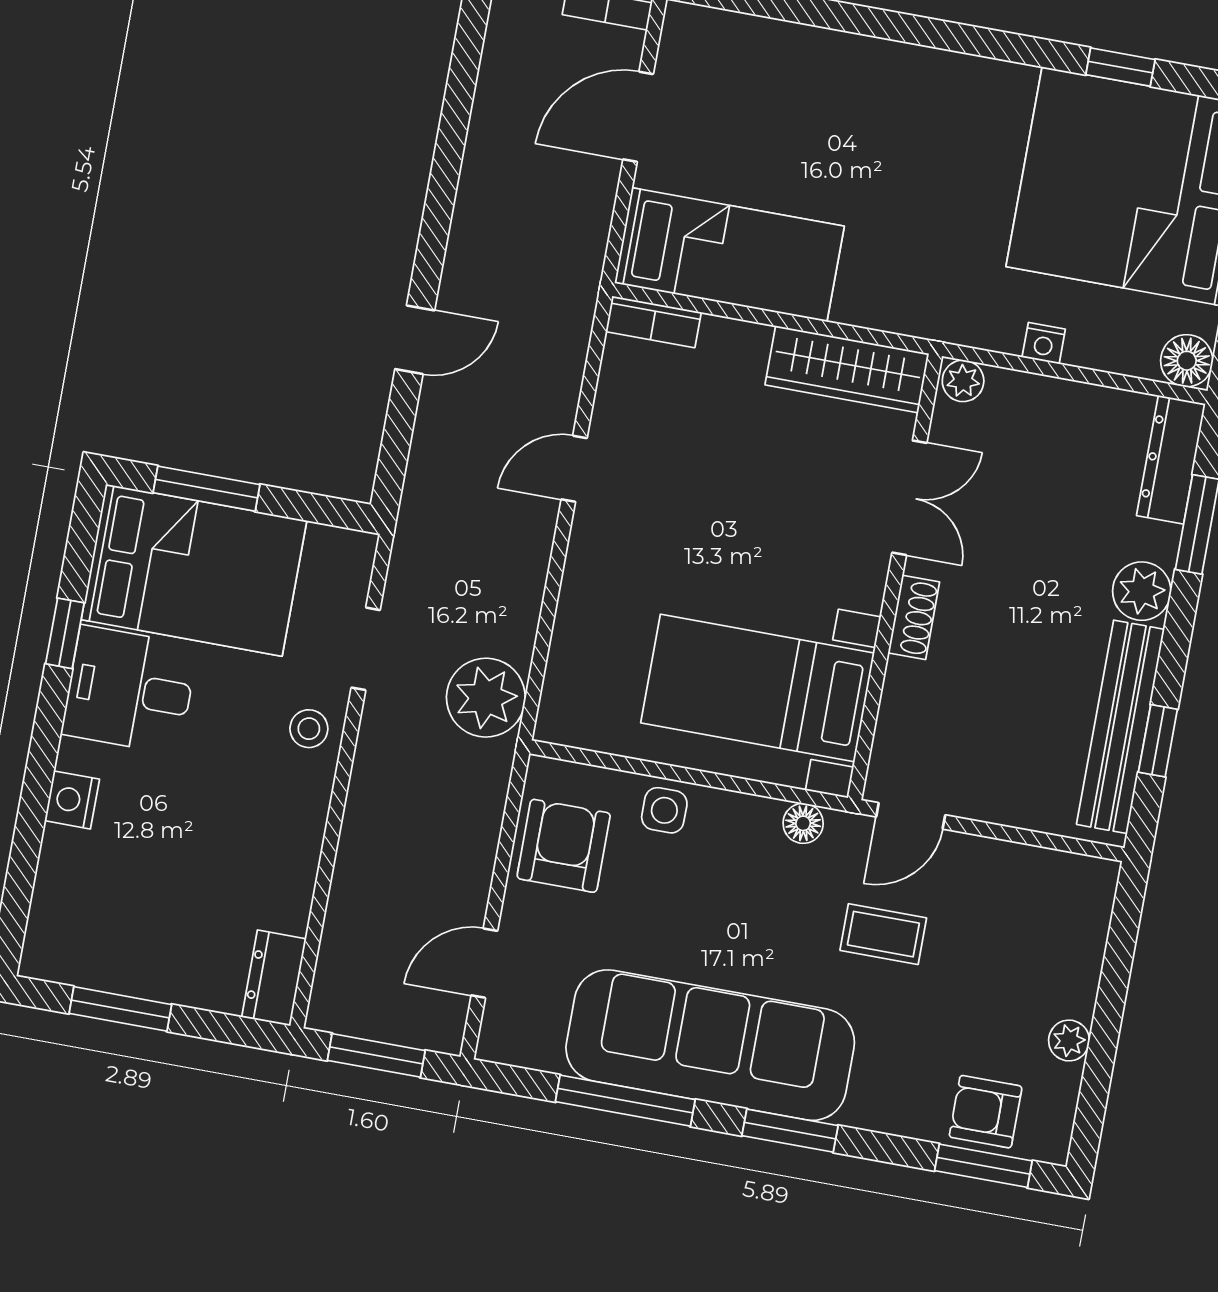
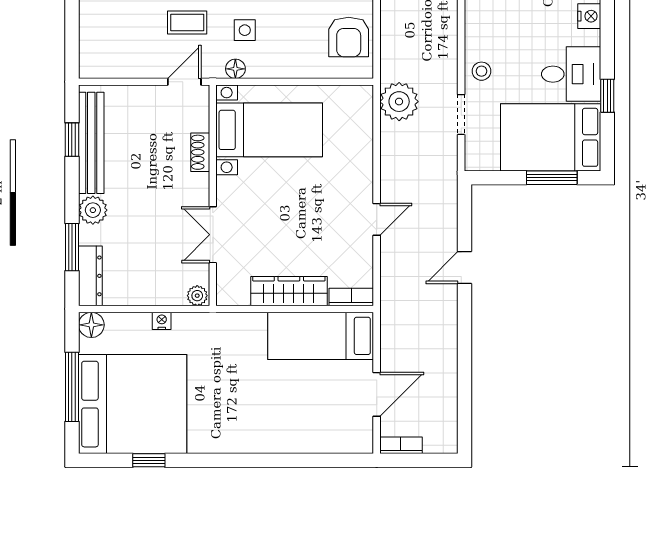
wardrobe: (847, 369) -> (289, 291), moved
shoe rack: (914, 617) -> (200, 152), moved
side table: (664, 810) -> (245, 30), moved

